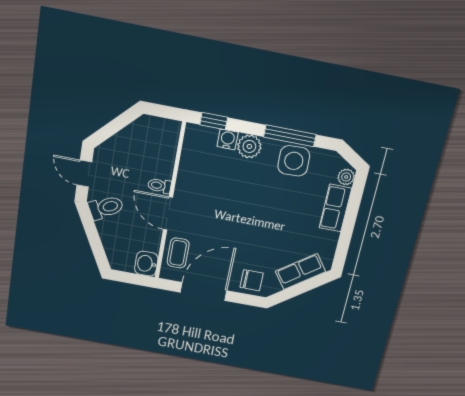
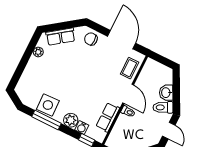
plant: (346, 177) -> (38, 52), moved
row of seats: (335, 208) -> (108, 117), moved, turned 180
washbasin: (146, 264) -> (166, 93), moved, turned 153
door: (204, 291) -> (122, 40), swing flipped

